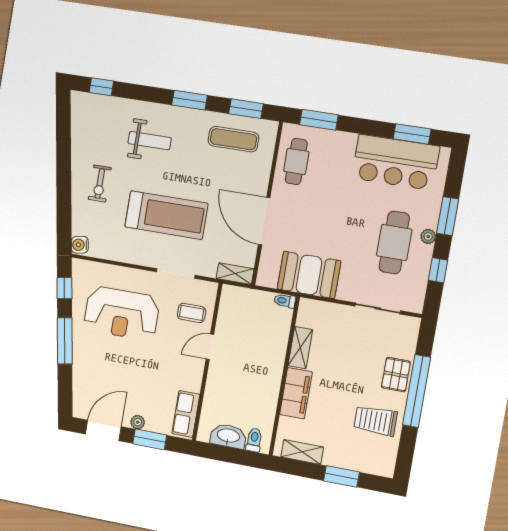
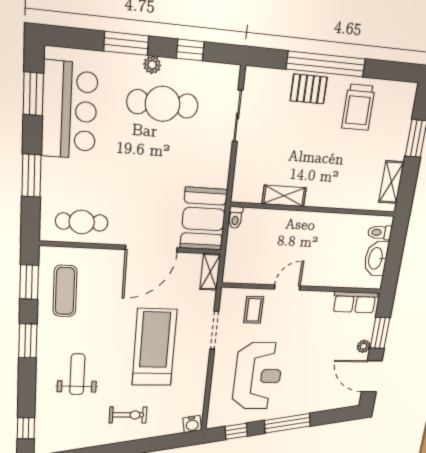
window: (319, 120) -> (31, 176), moved
booth: (309, 275) -> (204, 219), moved
door: (210, 347) -> (287, 288), swing flipped
filing cabinet: (296, 393) -> (332, 195), removed

